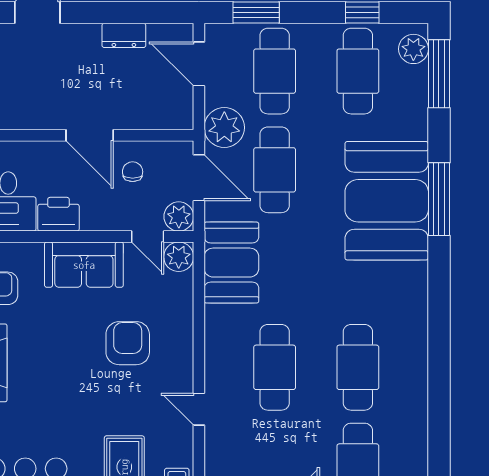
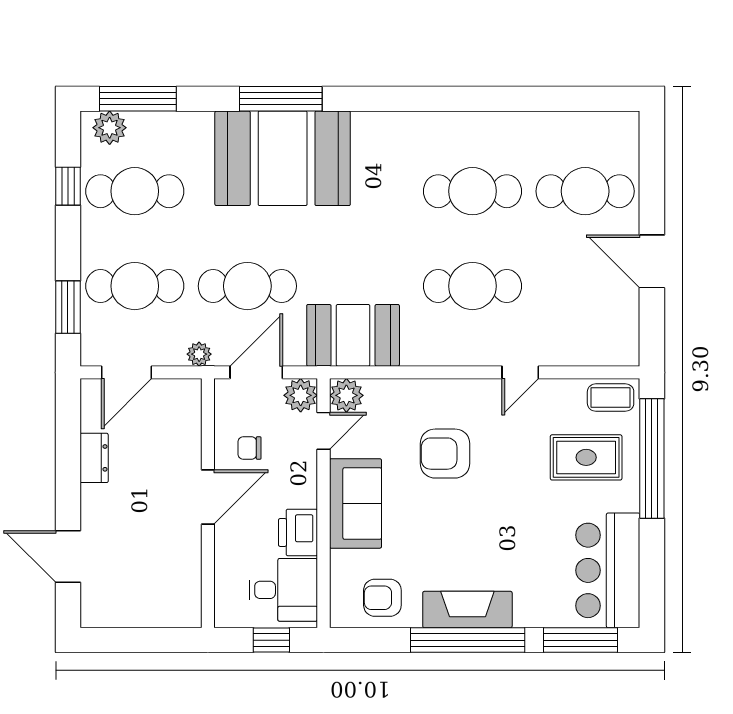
plant: (224, 128) -> (199, 354), width x0.53, depth x0.53

